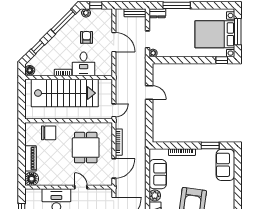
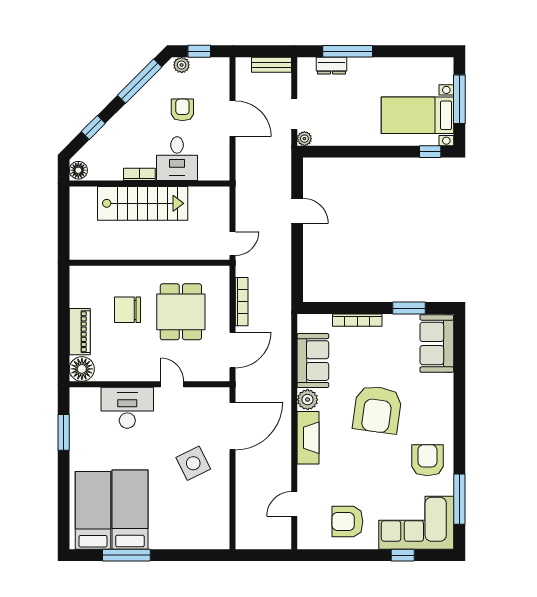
dresser: (157, 13) -> (331, 66), moved
bed with nightstands: (215, 34) -> (417, 115), width x0.73
stairs: (65, 93) -> (143, 203), width x0.73, depth x0.66
chair: (49, 133) -> (127, 310), moved, turned 180

